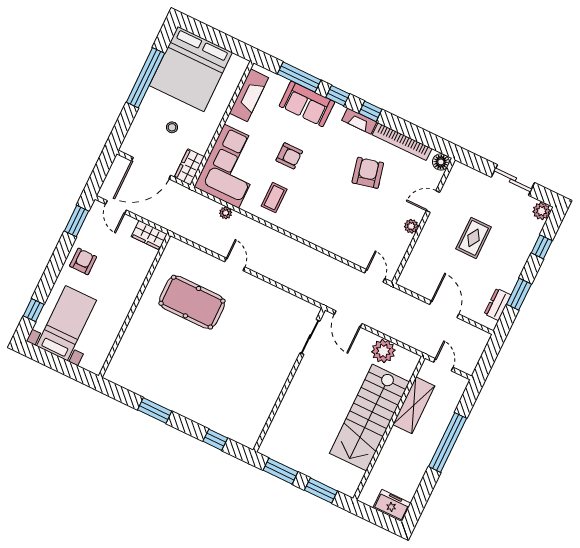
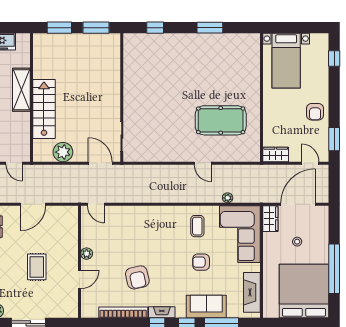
floor lamp: (441, 162) -> (88, 311), removed
door: (444, 309) -> (33, 204), hinge flipped
bed with nightstands: (66, 323) -> (286, 61), moved
shelving: (414, 405) -> (21, 90), moved
stairs: (369, 418) -> (44, 109), width x0.73, depth x0.66

